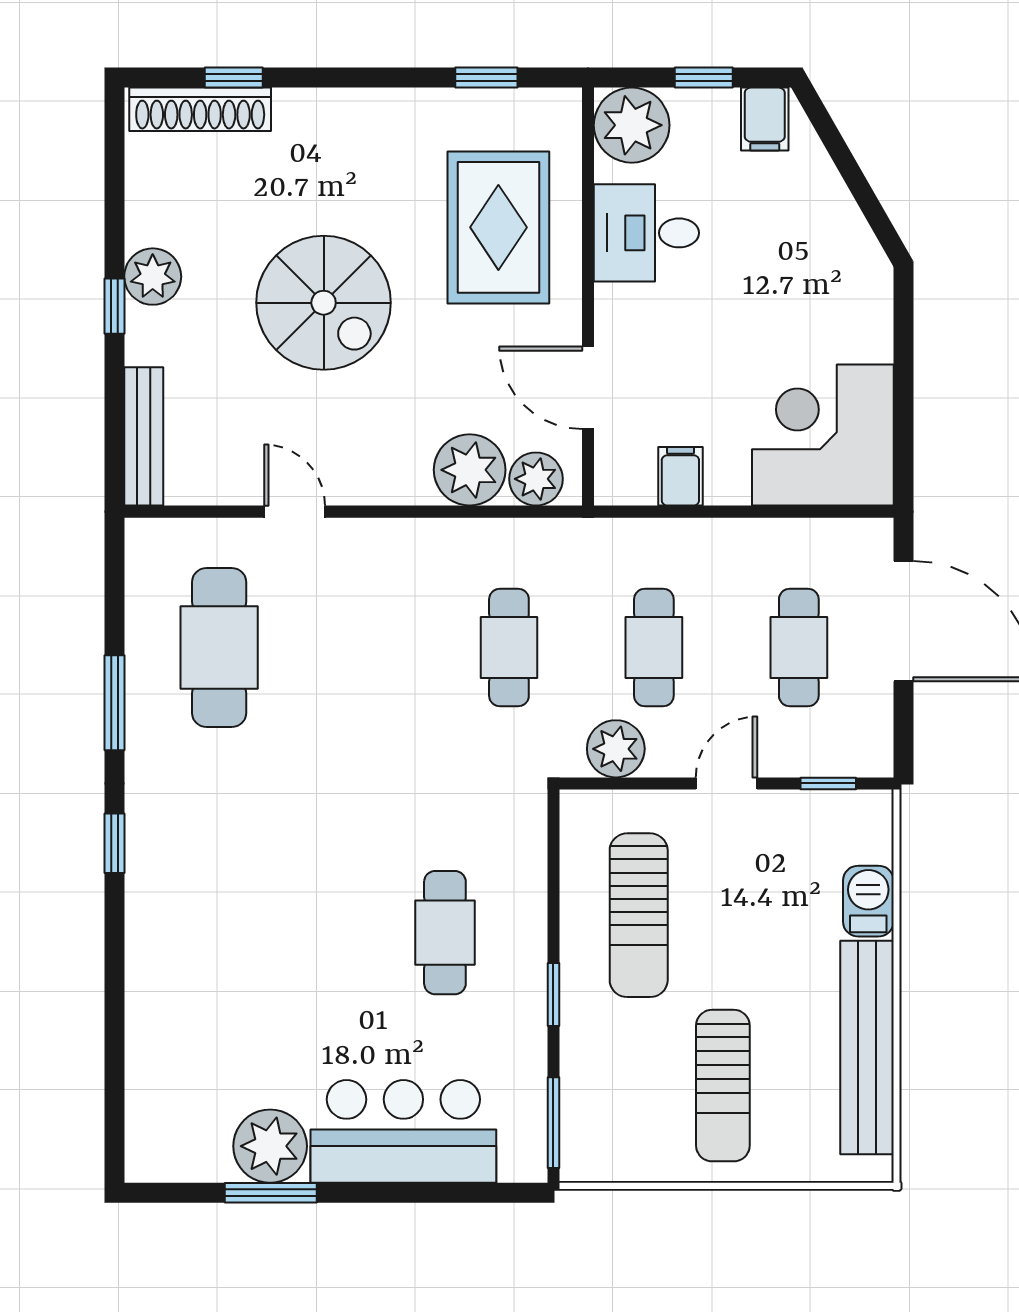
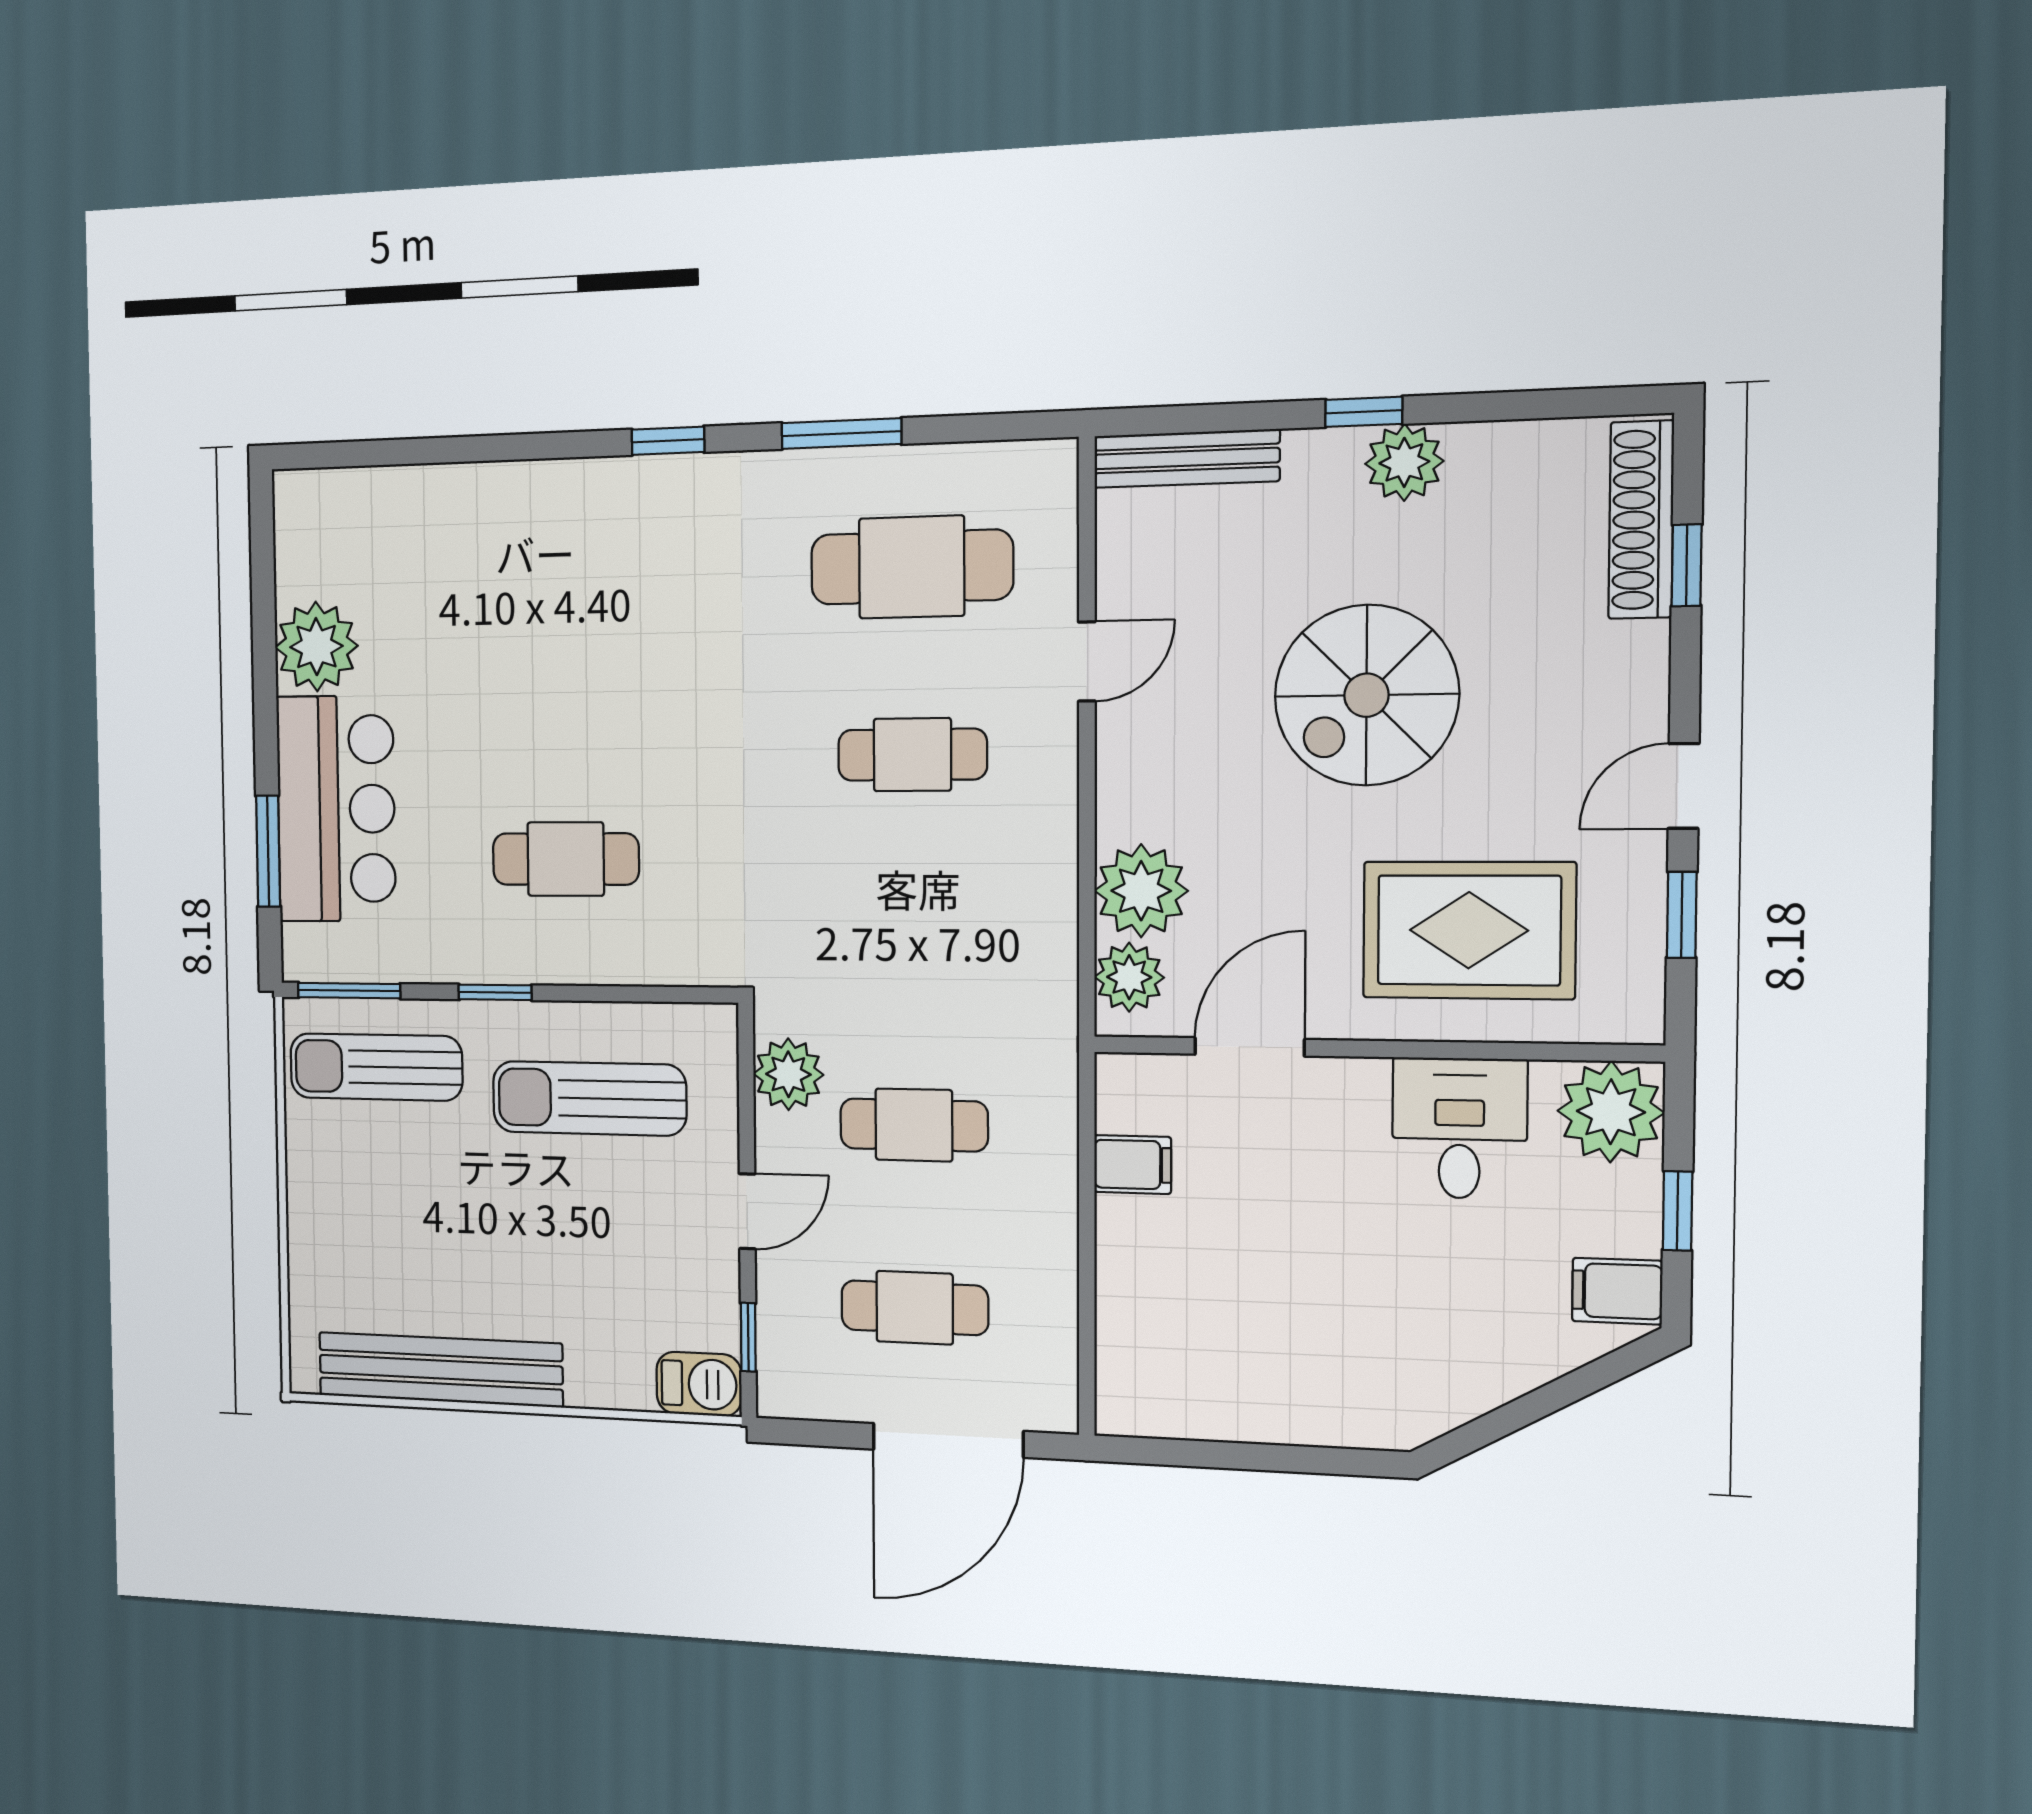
door: (393, 78) -> (1684, 786), added
corner desk: (823, 435) -> (1186, 1350), removed
cafe table: (509, 648) -> (912, 755), moved
door: (727, 783) -> (747, 1211), hinge flipped
barbecue: (868, 901) -> (699, 1384), moved
sun lounger: (723, 1086) -> (376, 1067), moved
window: (271, 1193) -> (268, 851), moved

